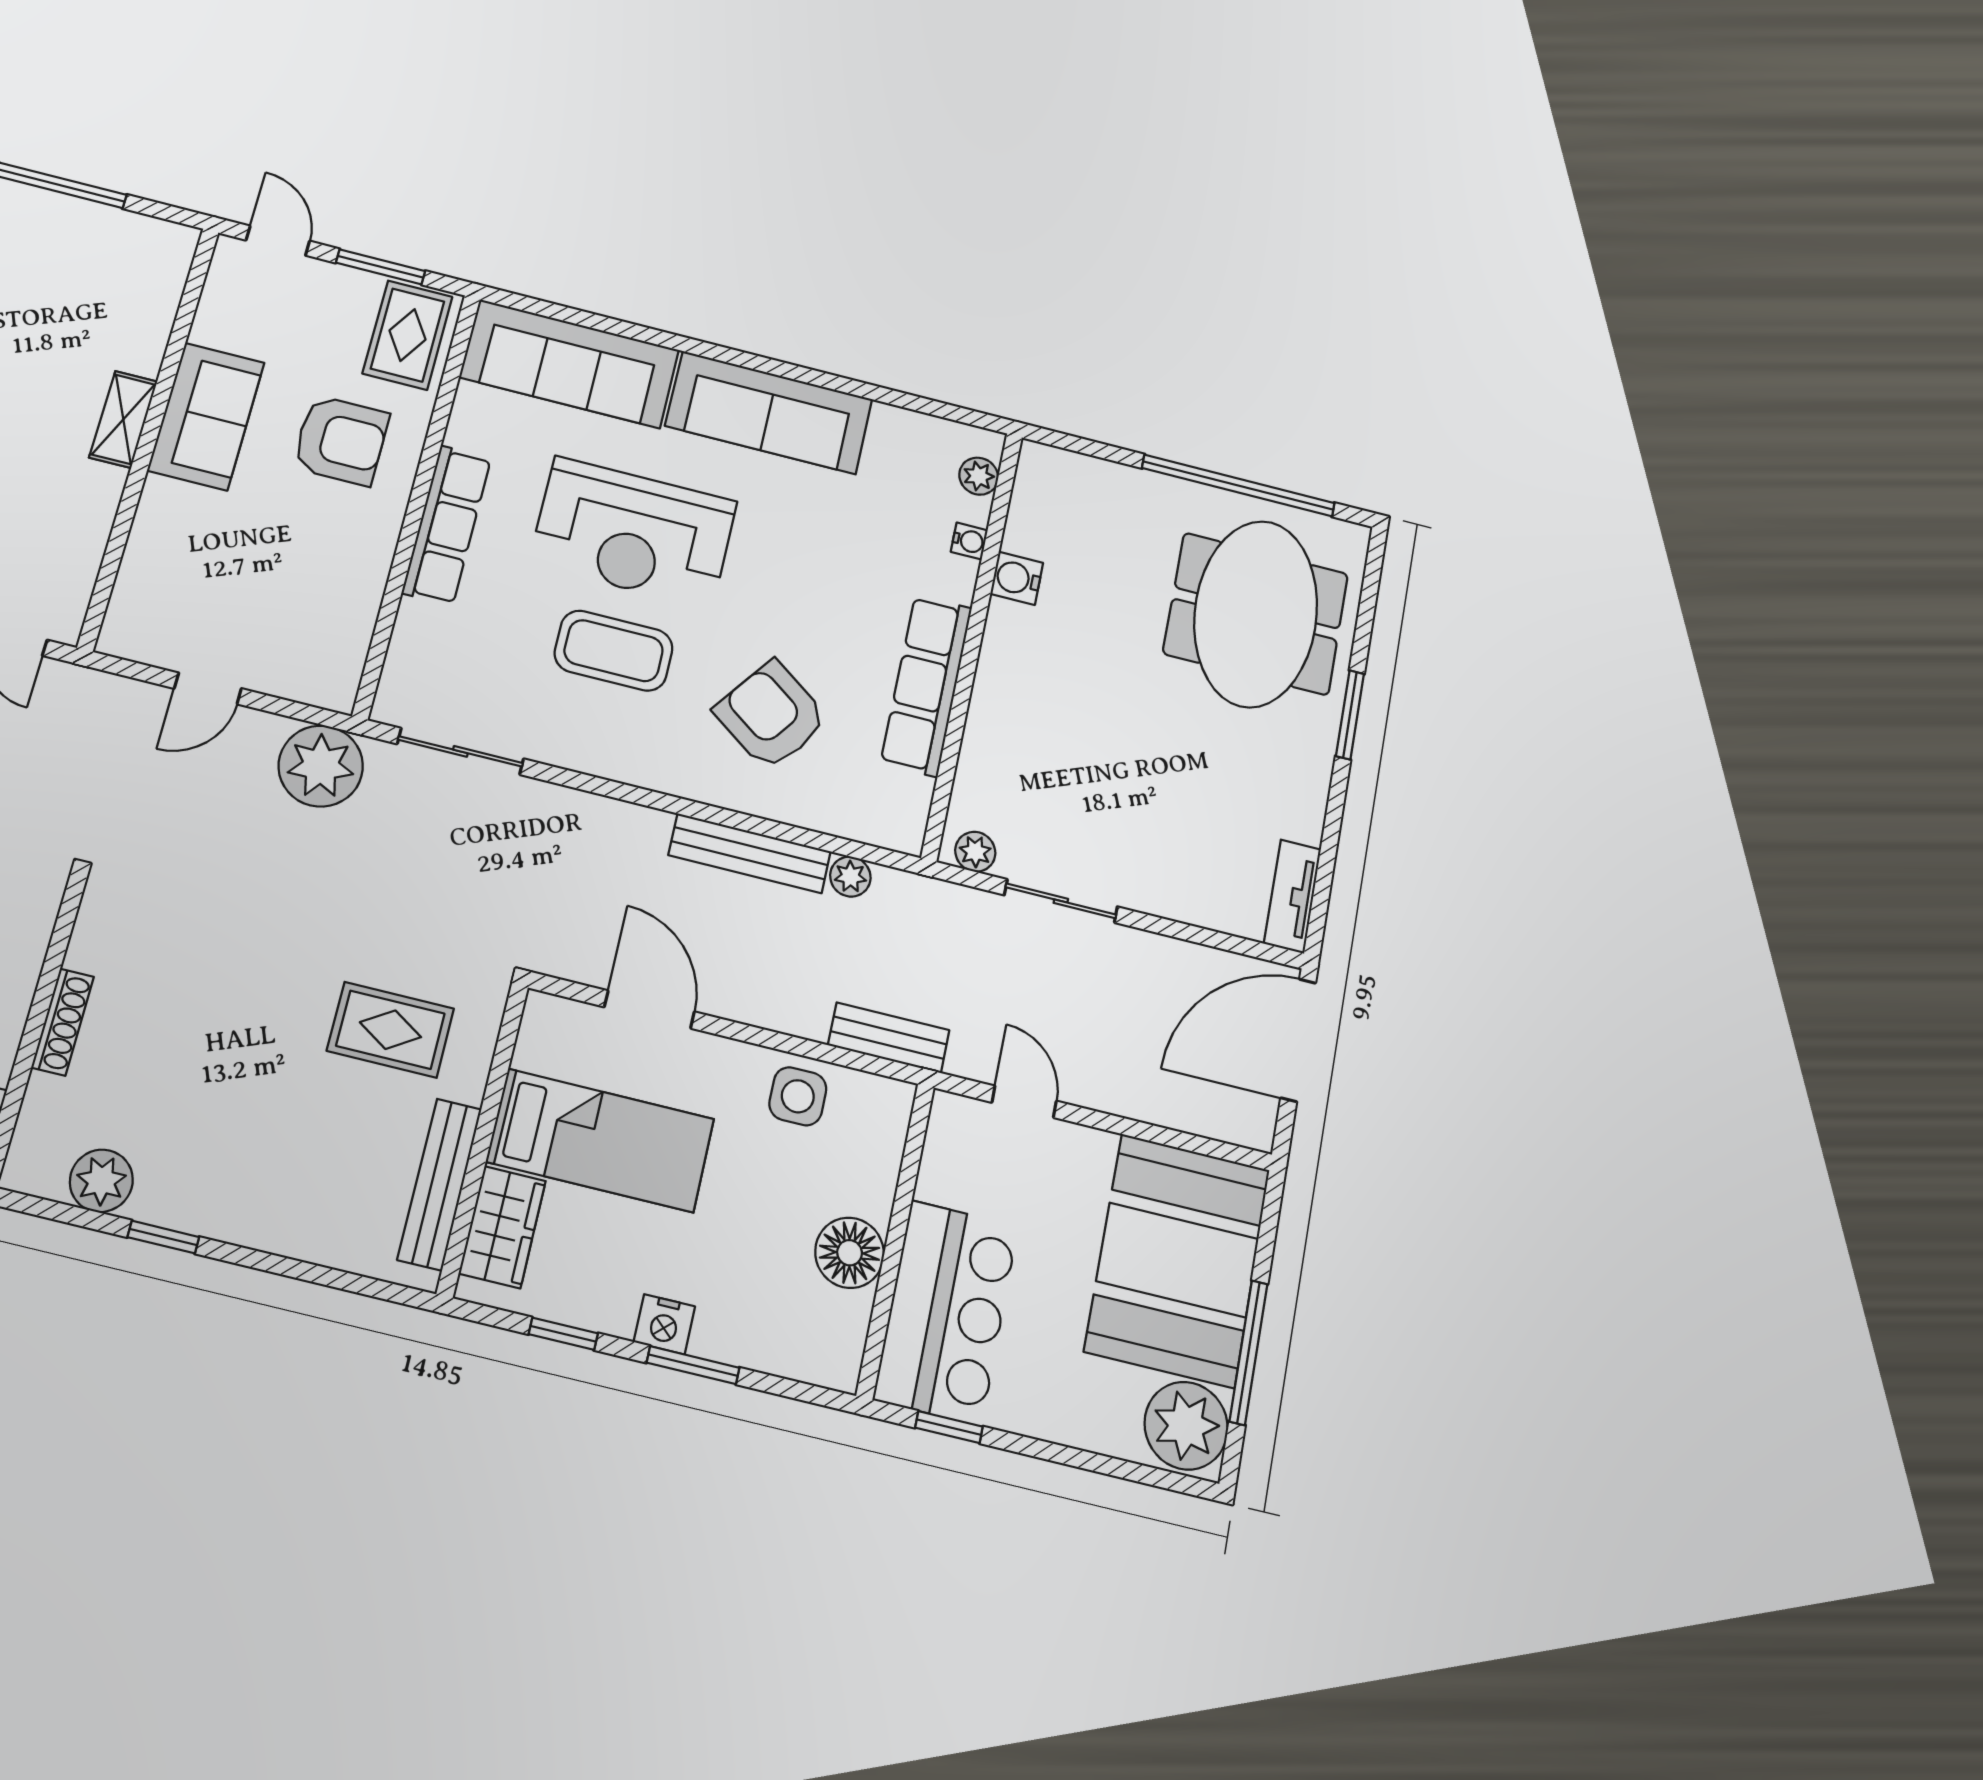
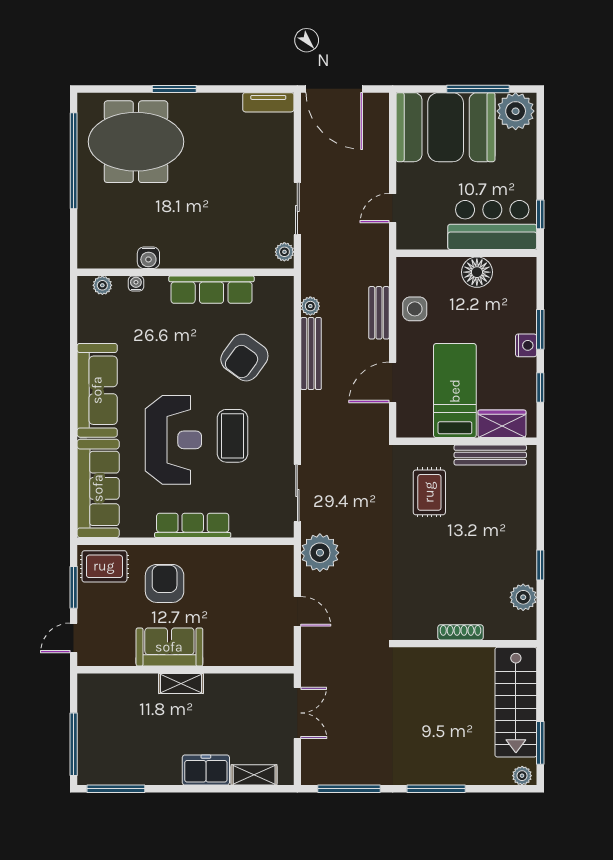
bench: (889, 1038) -> (379, 313), moved

